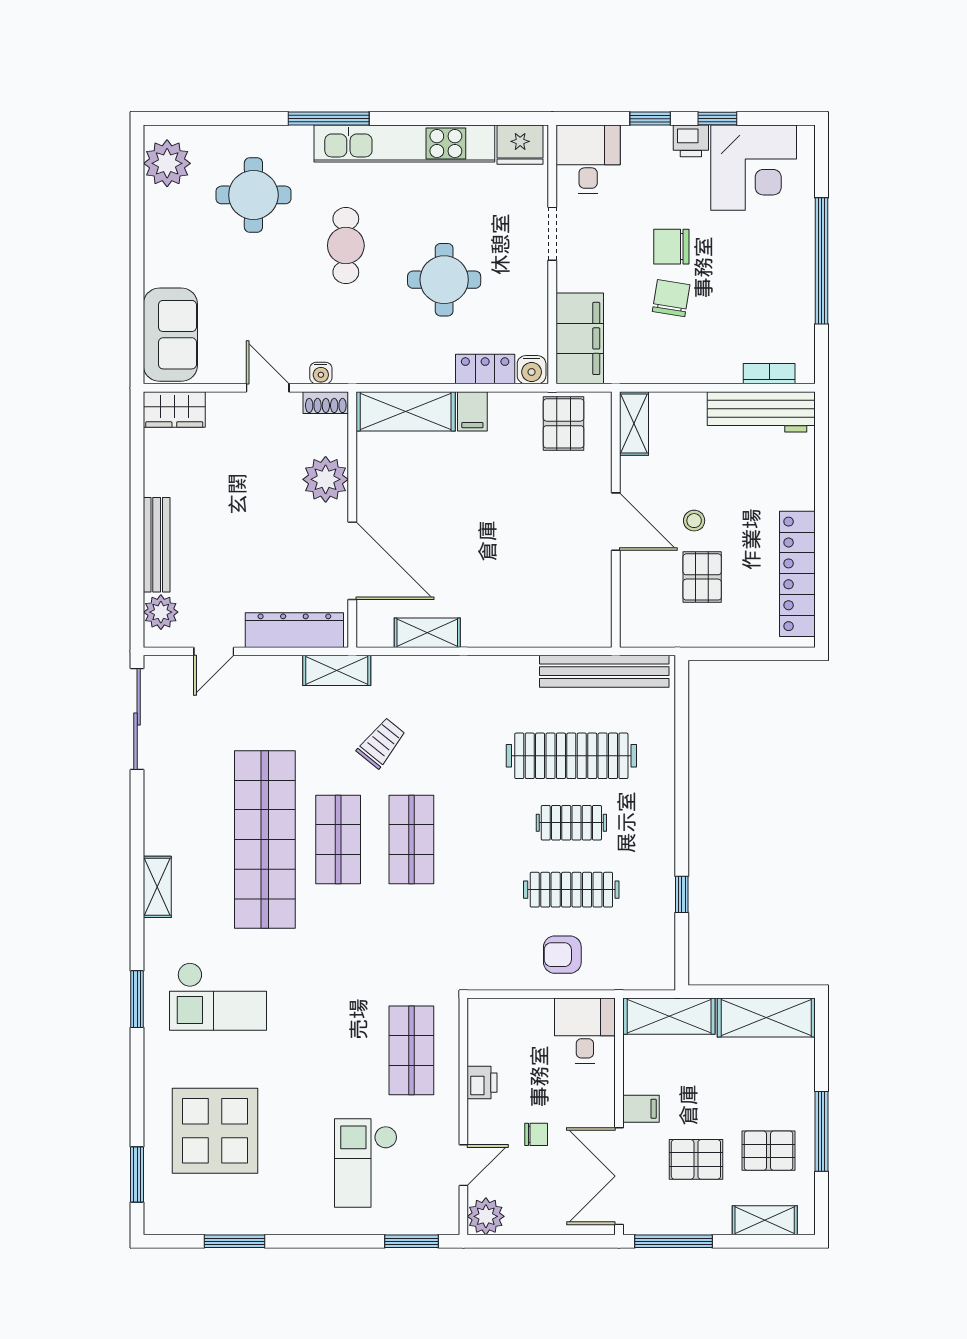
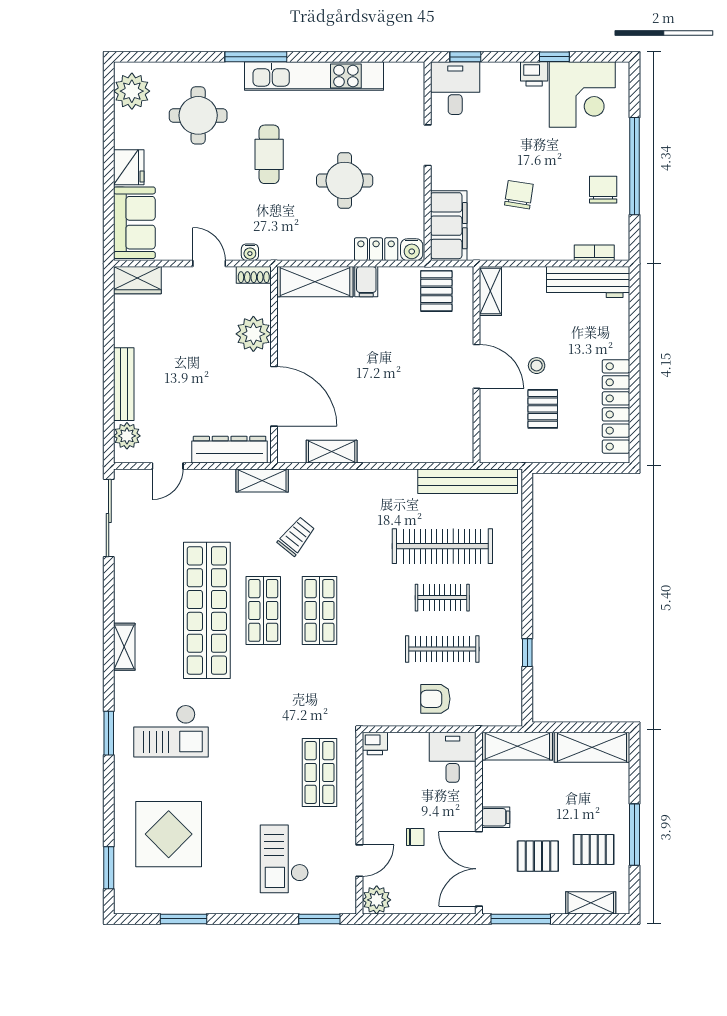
window: (650, 119) -> (465, 57), moved
fridge: (520, 145) -> (129, 167), moved, turned -90
chair: (671, 247) -> (603, 190), moved, turned 90
printer: (482, 1083) -> (375, 744), moved, turned 90

